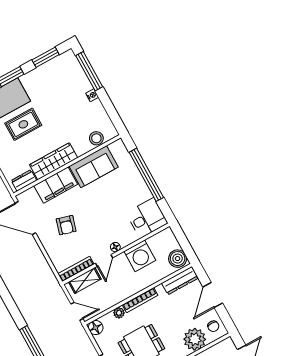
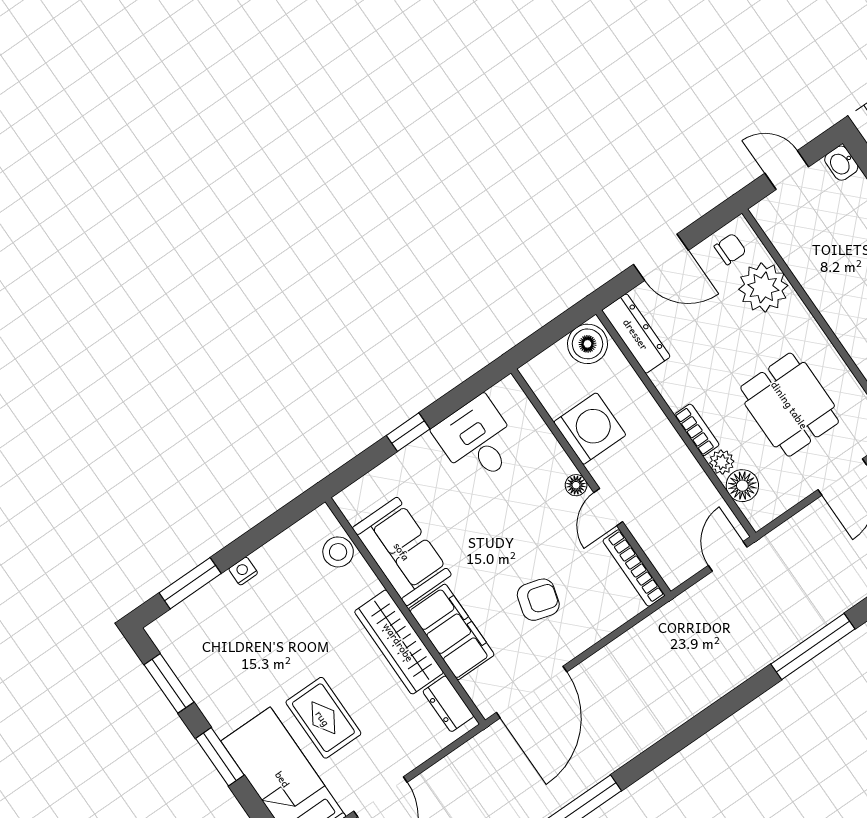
window: (89, 71) -> (190, 583), width x0.69
window: (146, 175) -> (408, 432), width x0.32
desk: (147, 218) -> (477, 440), moved
door: (104, 260) -> (608, 507), swing flipped
shelving: (85, 280) -> (657, 546), removed
bookcase: (140, 300) -> (697, 430), width x0.64
floor lamp: (96, 328) -> (742, 486), moved

